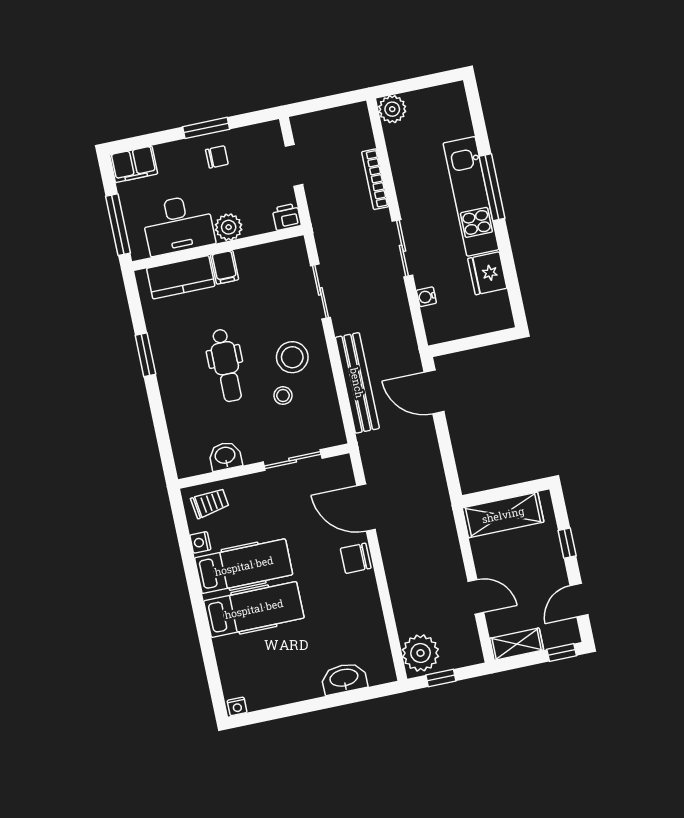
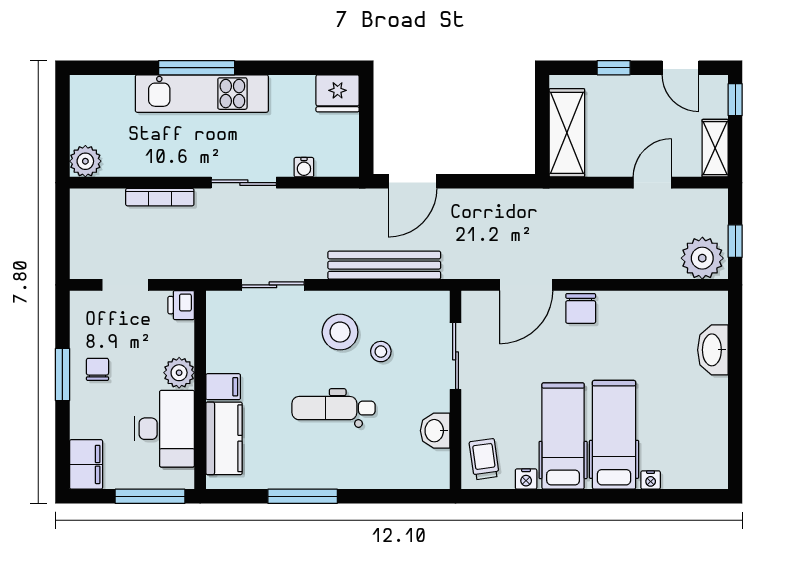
fridge: (487, 273) -> (338, 93), moved
window: (145, 355) -> (303, 496), width x1.44
dental chair: (226, 365) -> (334, 408), turned 180
nightstand: (237, 706) -> (651, 480), moved, turned 90

